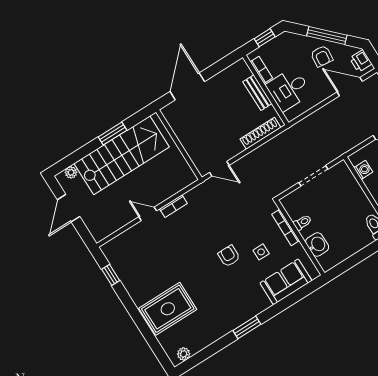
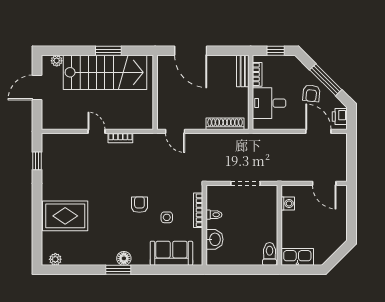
door: (187, 86) -> (191, 51), swing flipped
bench: (257, 93) -> (243, 71), moved
floor lamp: (246, 314) -> (124, 258), added

